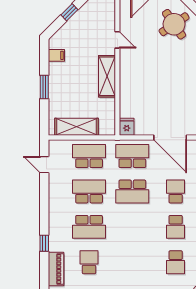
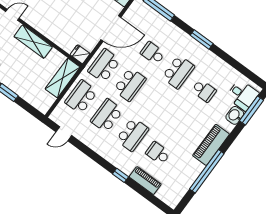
shelving: (76, 127) -> (63, 78), moved
school desk: (176, 227) -> (178, 72), width x1.85

